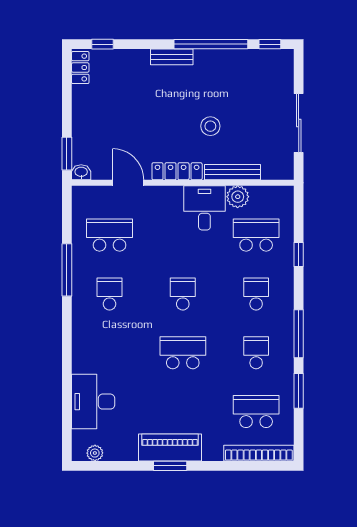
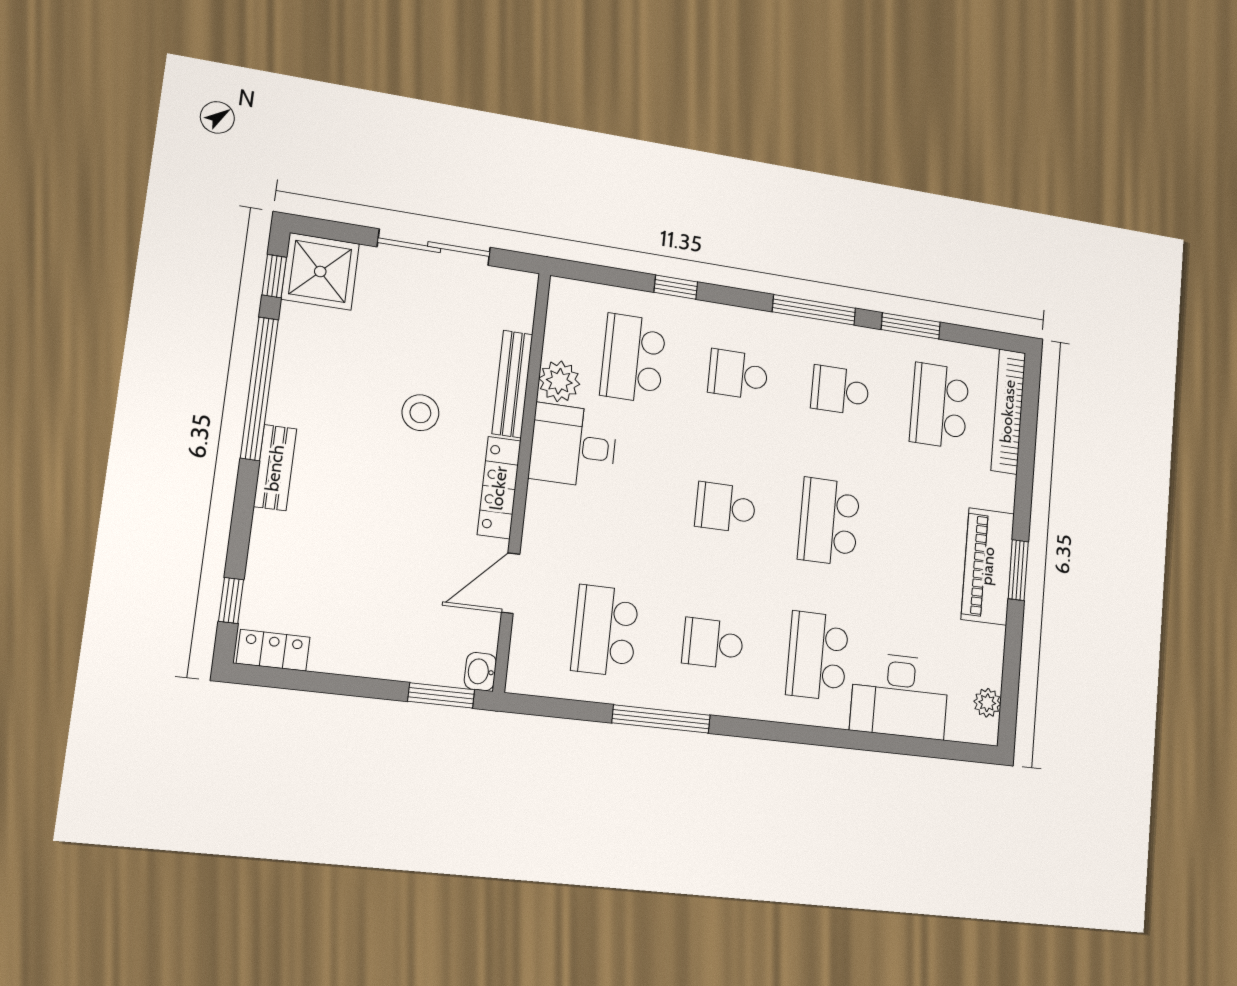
shower: (276, 67) -> (320, 271), added
school desk: (110, 353) -> (817, 656), added

